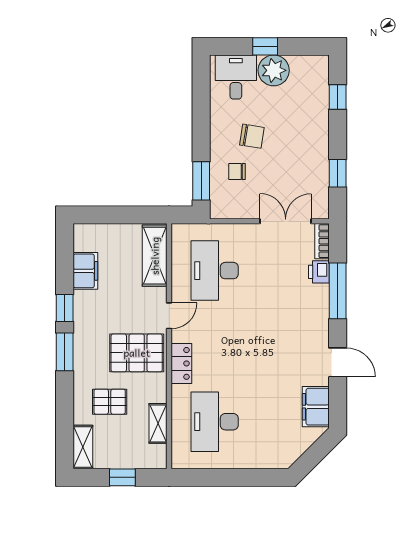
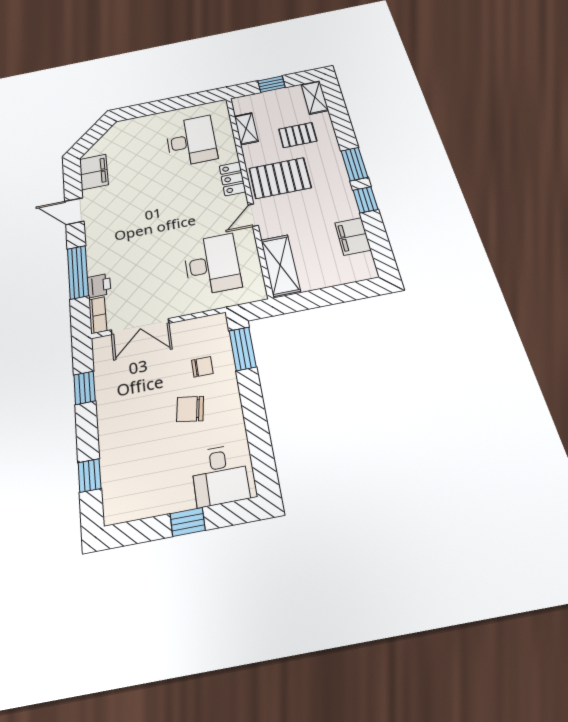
plant: (274, 70) -> (173, 493), removed

